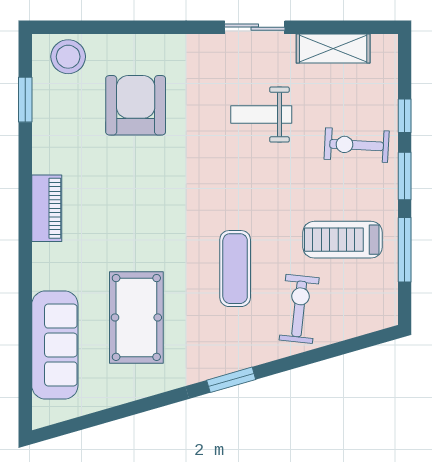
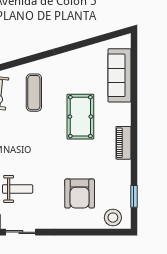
exercise mat: (235, 269) -> (34, 93), moved
pool table: (136, 317) -> (80, 117), moved
window: (231, 380) -> (32, 58), removed

